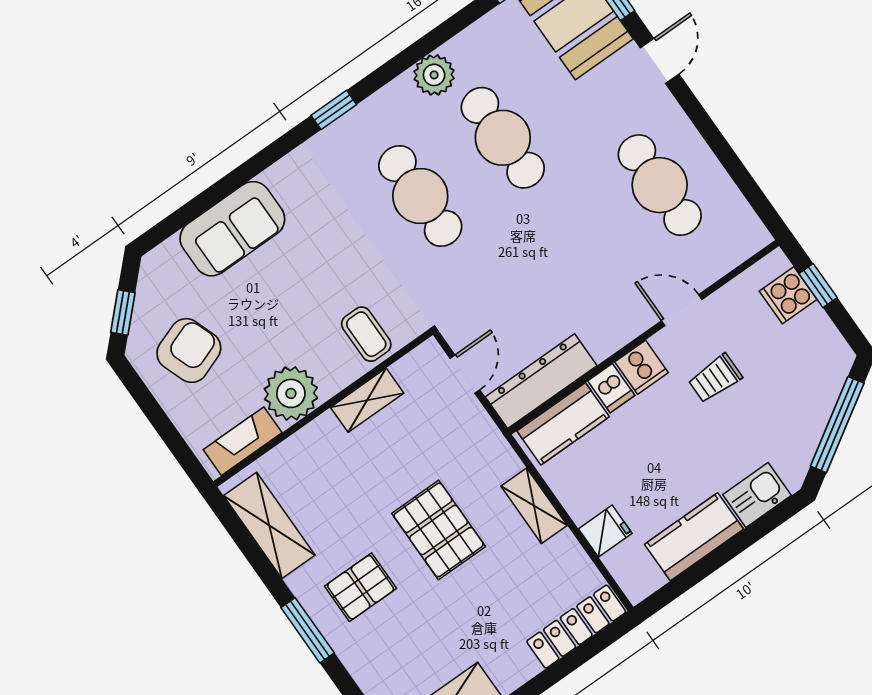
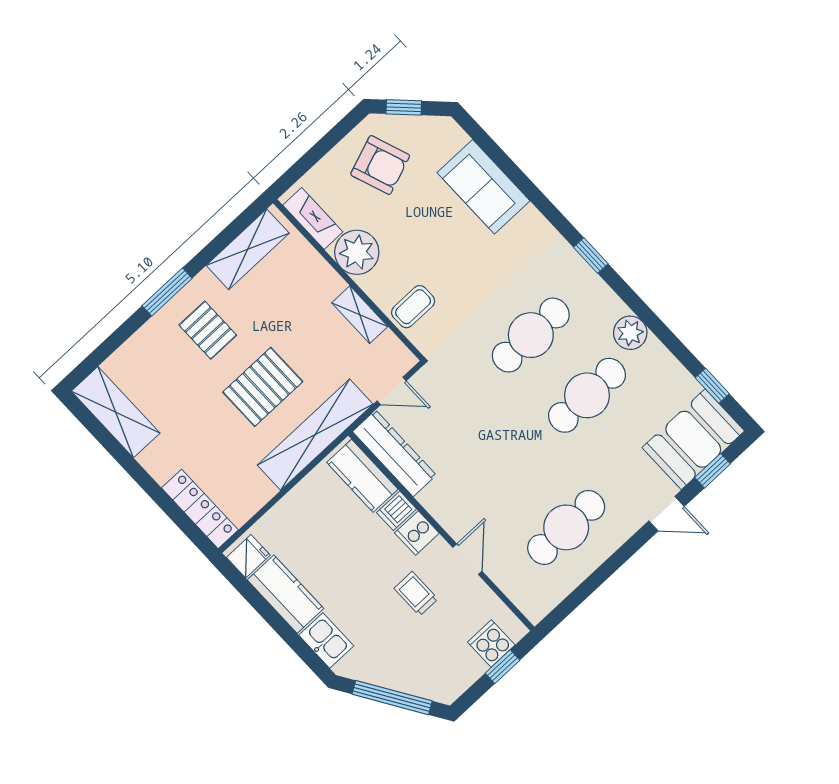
shelving: (534, 506) -> (315, 435), width x2.20, depth x1.33
fridge: (605, 531) -> (248, 556), moved, turned -90

